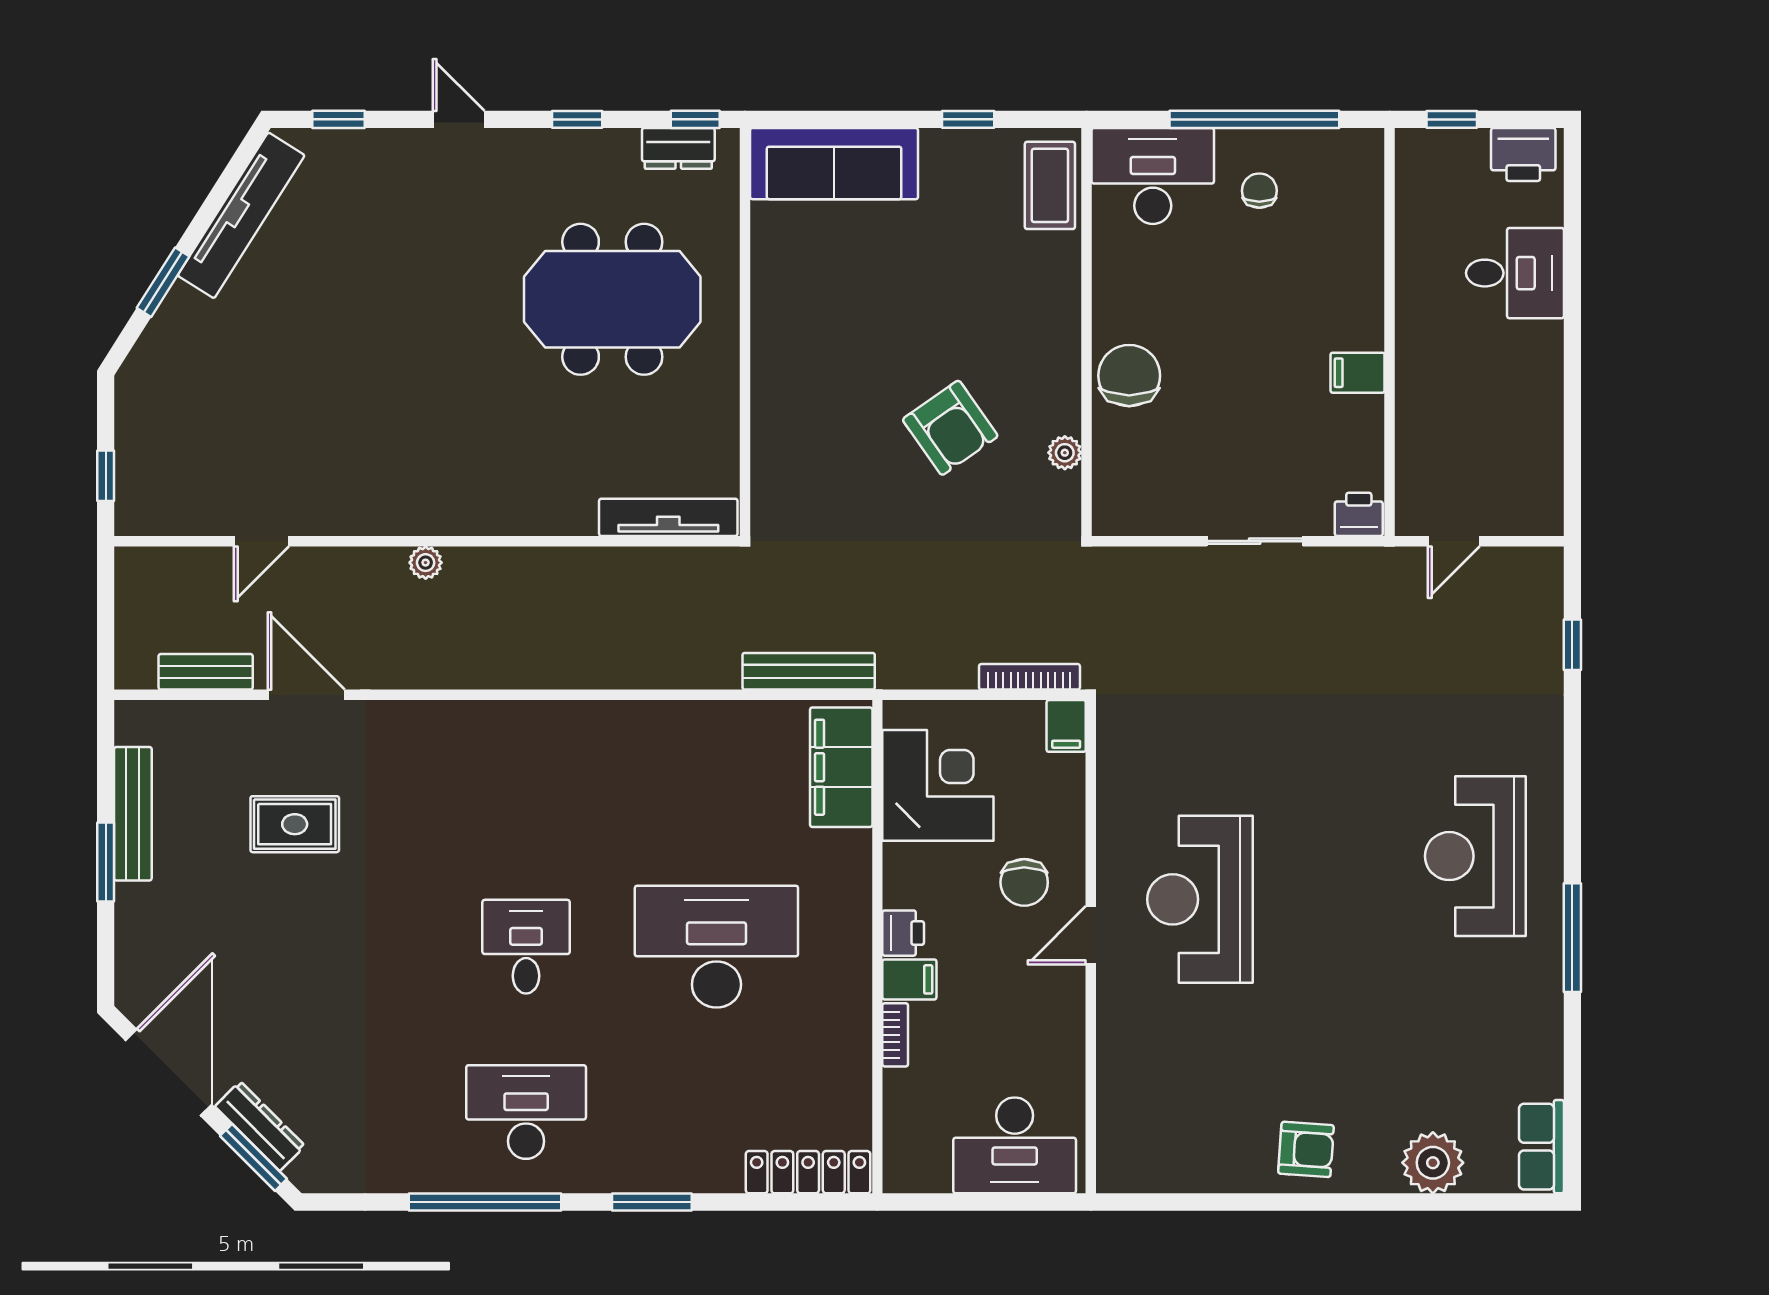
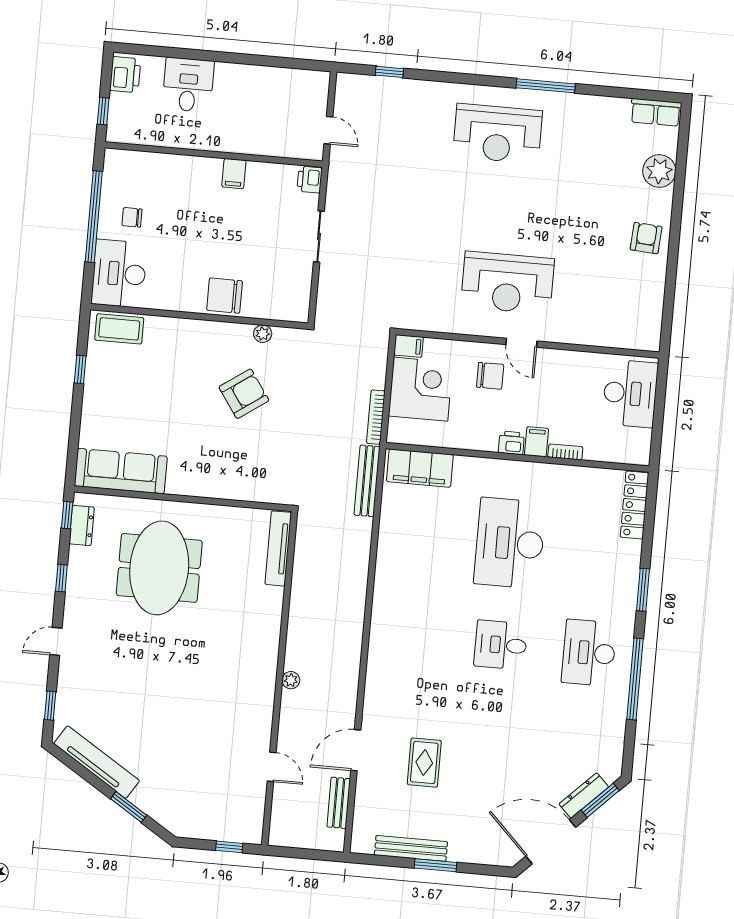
sofa: (834, 164) -> (121, 471), moved, turned -90
bookcase: (1029, 677) -> (376, 417), moved
corner desk: (938, 785) -> (421, 389), moved, turned 90

